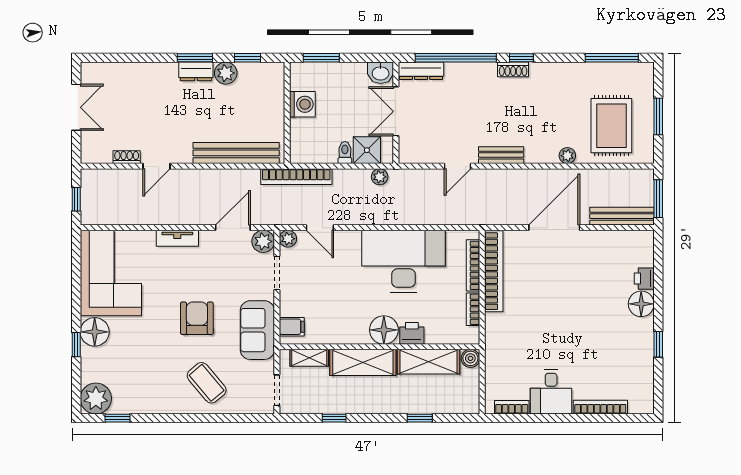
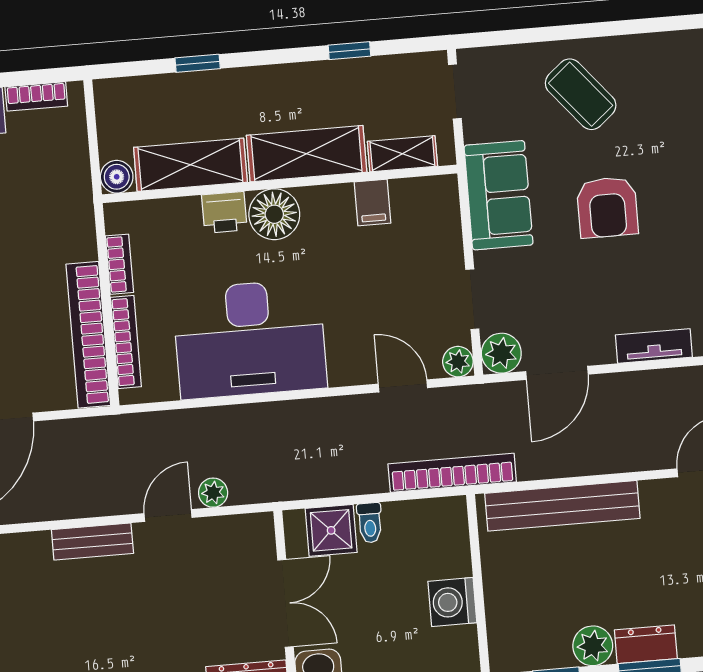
plant: (380, 177) -> (213, 493), moved
filing cabinet: (292, 327) -> (373, 203), moved, turned -90

